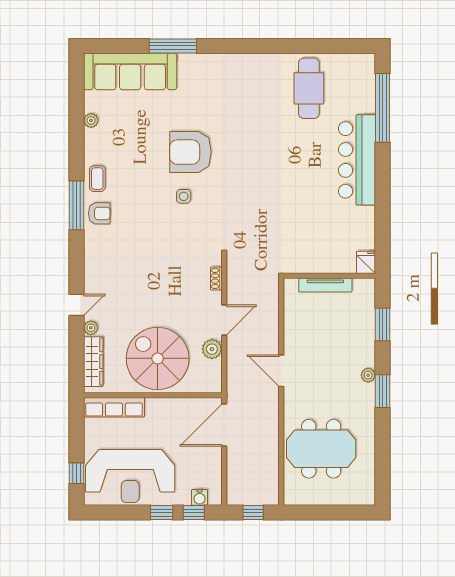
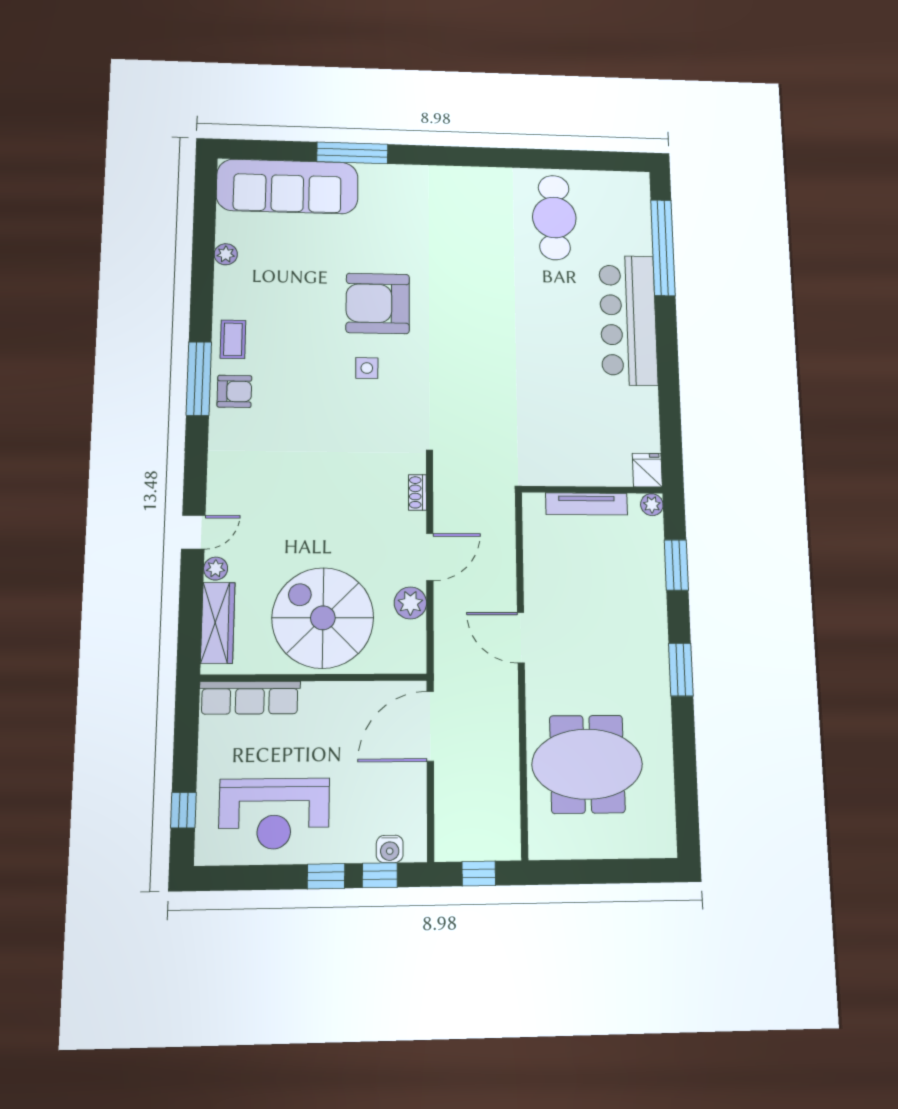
plant: (368, 375) -> (652, 505), moved
reception desk: (130, 476) -> (274, 814), width x0.74, depth x0.77

